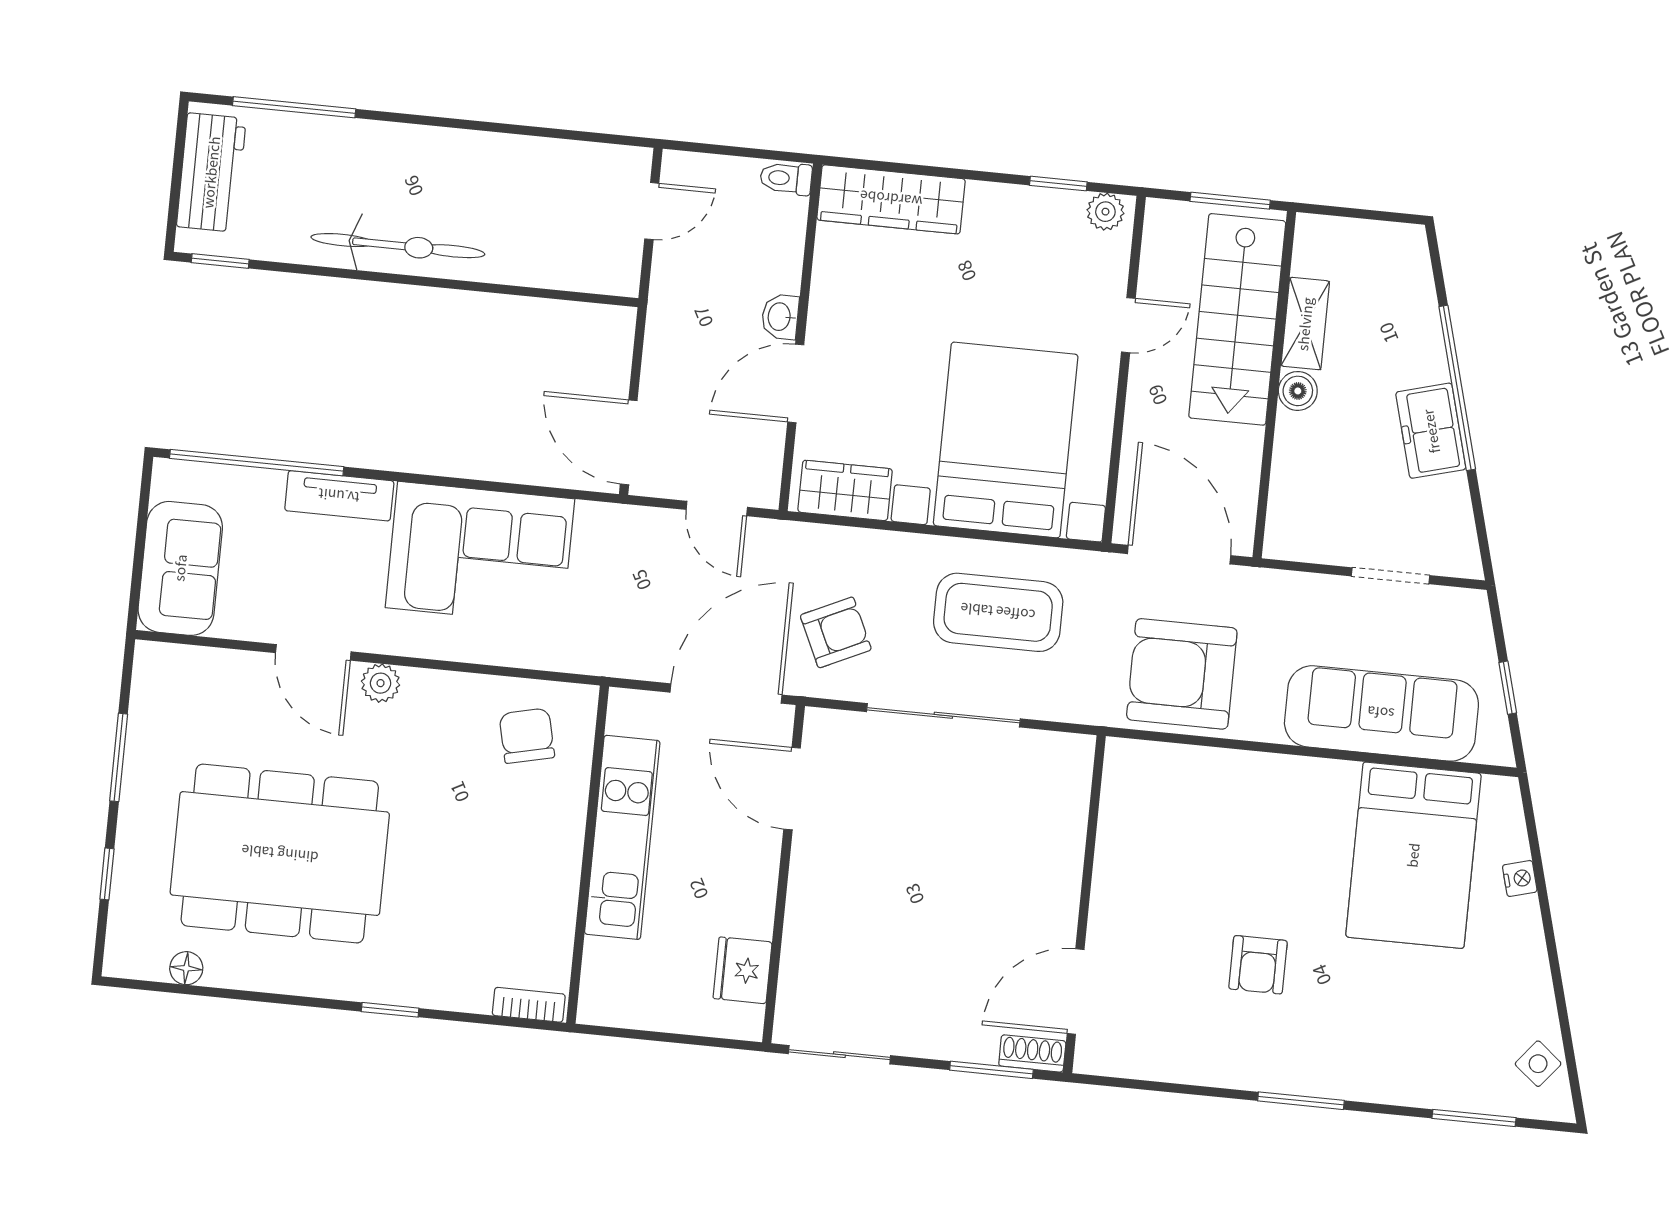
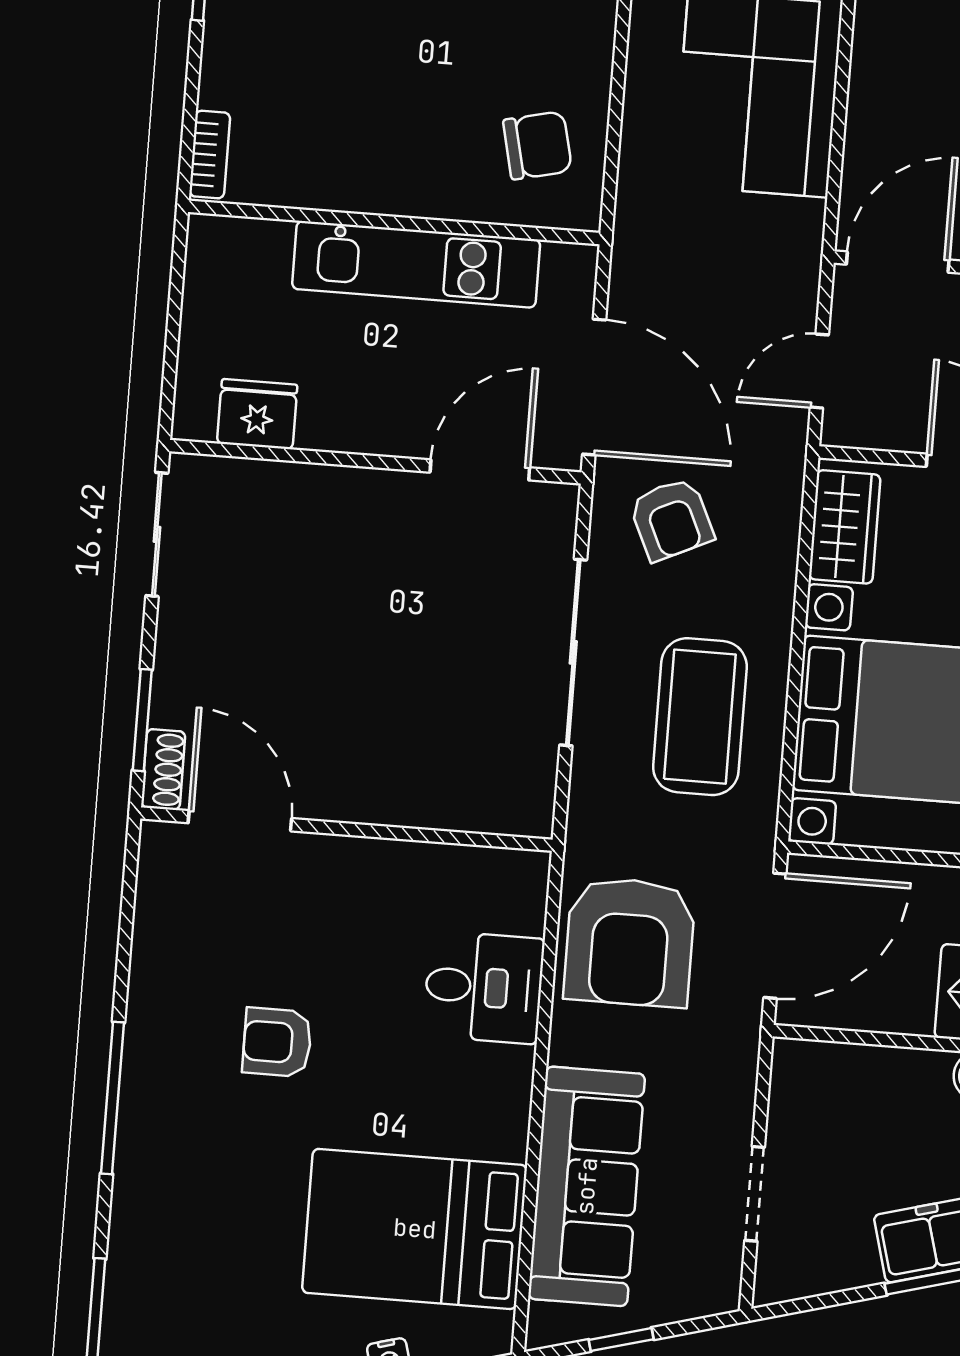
armchair: (1182, 674) -> (630, 942), turned 180
desk: (1216, 794) -> (484, 987), added
window: (1301, 1101) -> (113, 1098), width x1.44

